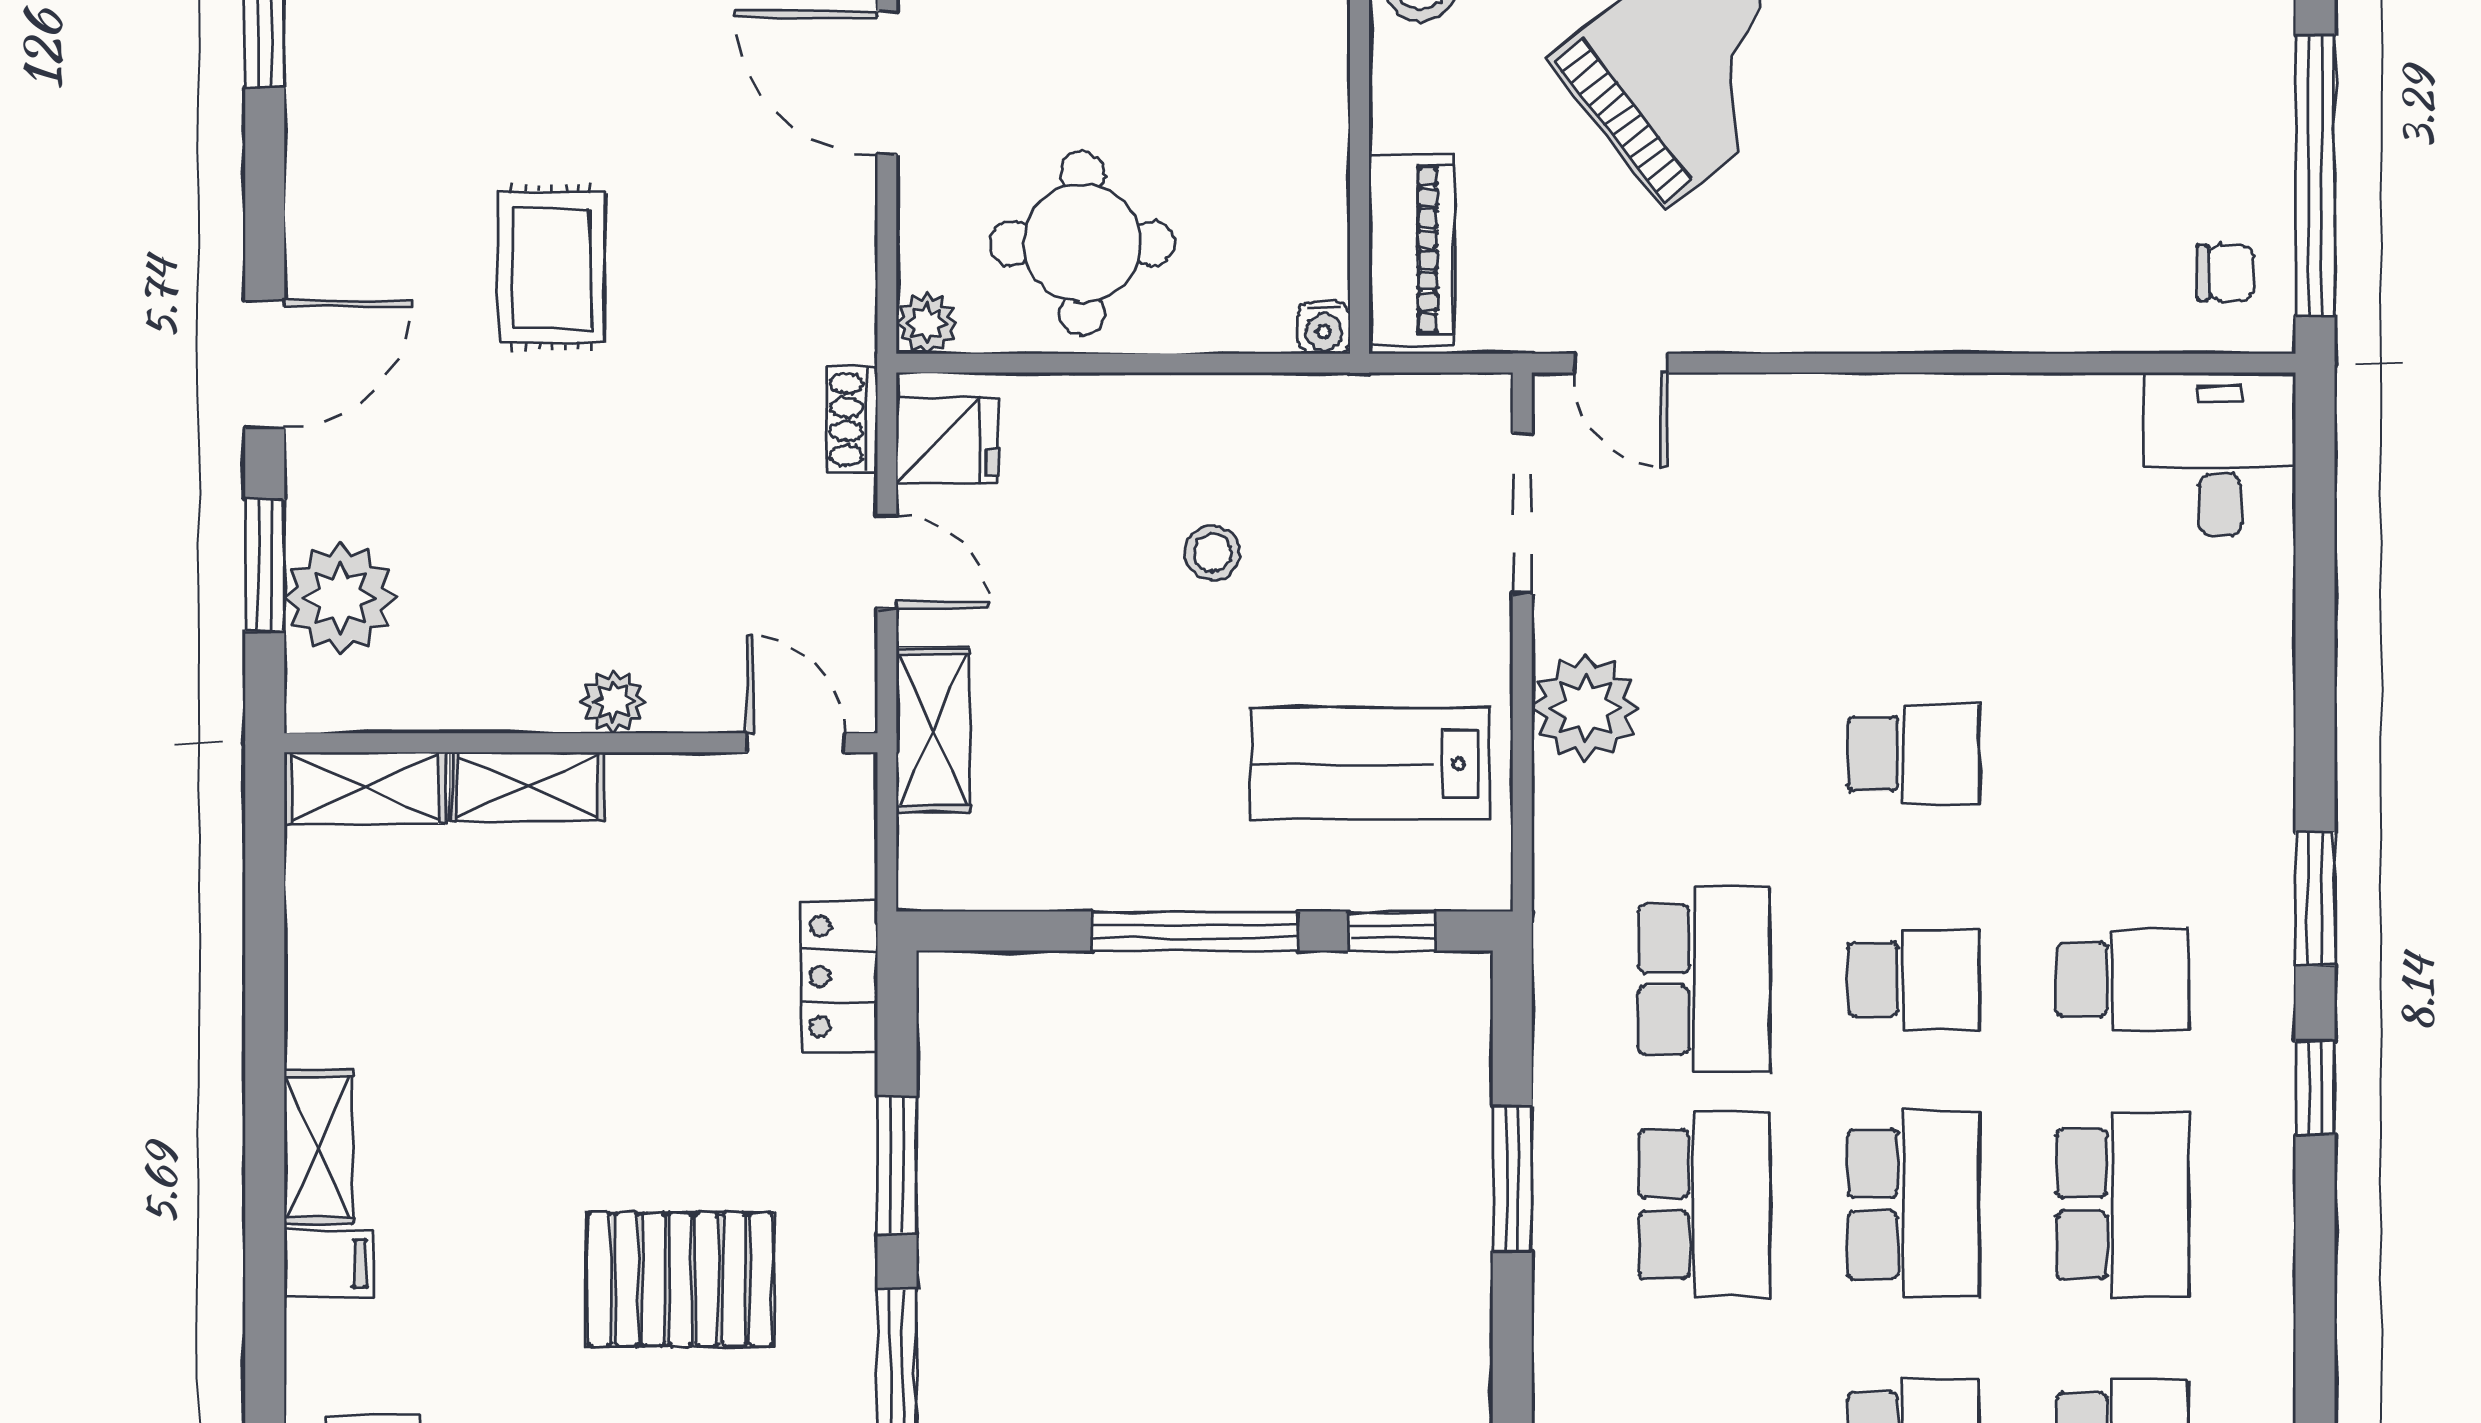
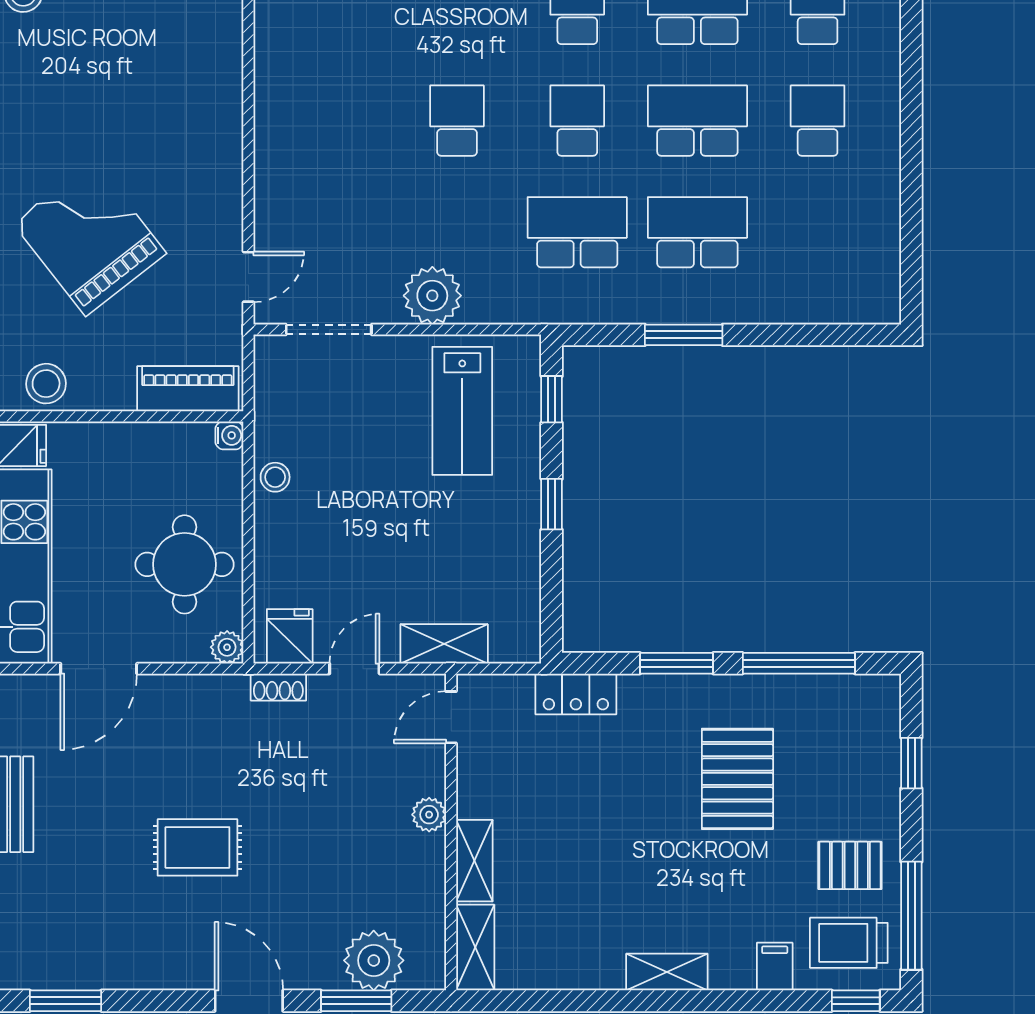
stool: (1213, 553) -> (275, 477), moved
window: (1195, 931) -> (552, 504), width x0.46
filing cabinet: (329, 1263) -> (775, 967), moved

